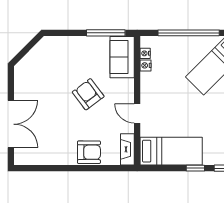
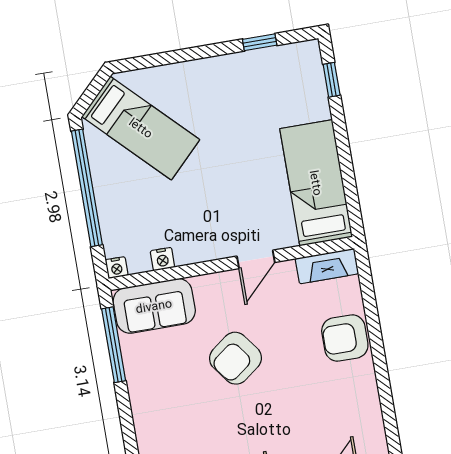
nightstand: (145, 53) -> (117, 268), moved
armchair: (89, 152) -> (345, 338), turned -90
window: (195, 168) -> (340, 131), removed

